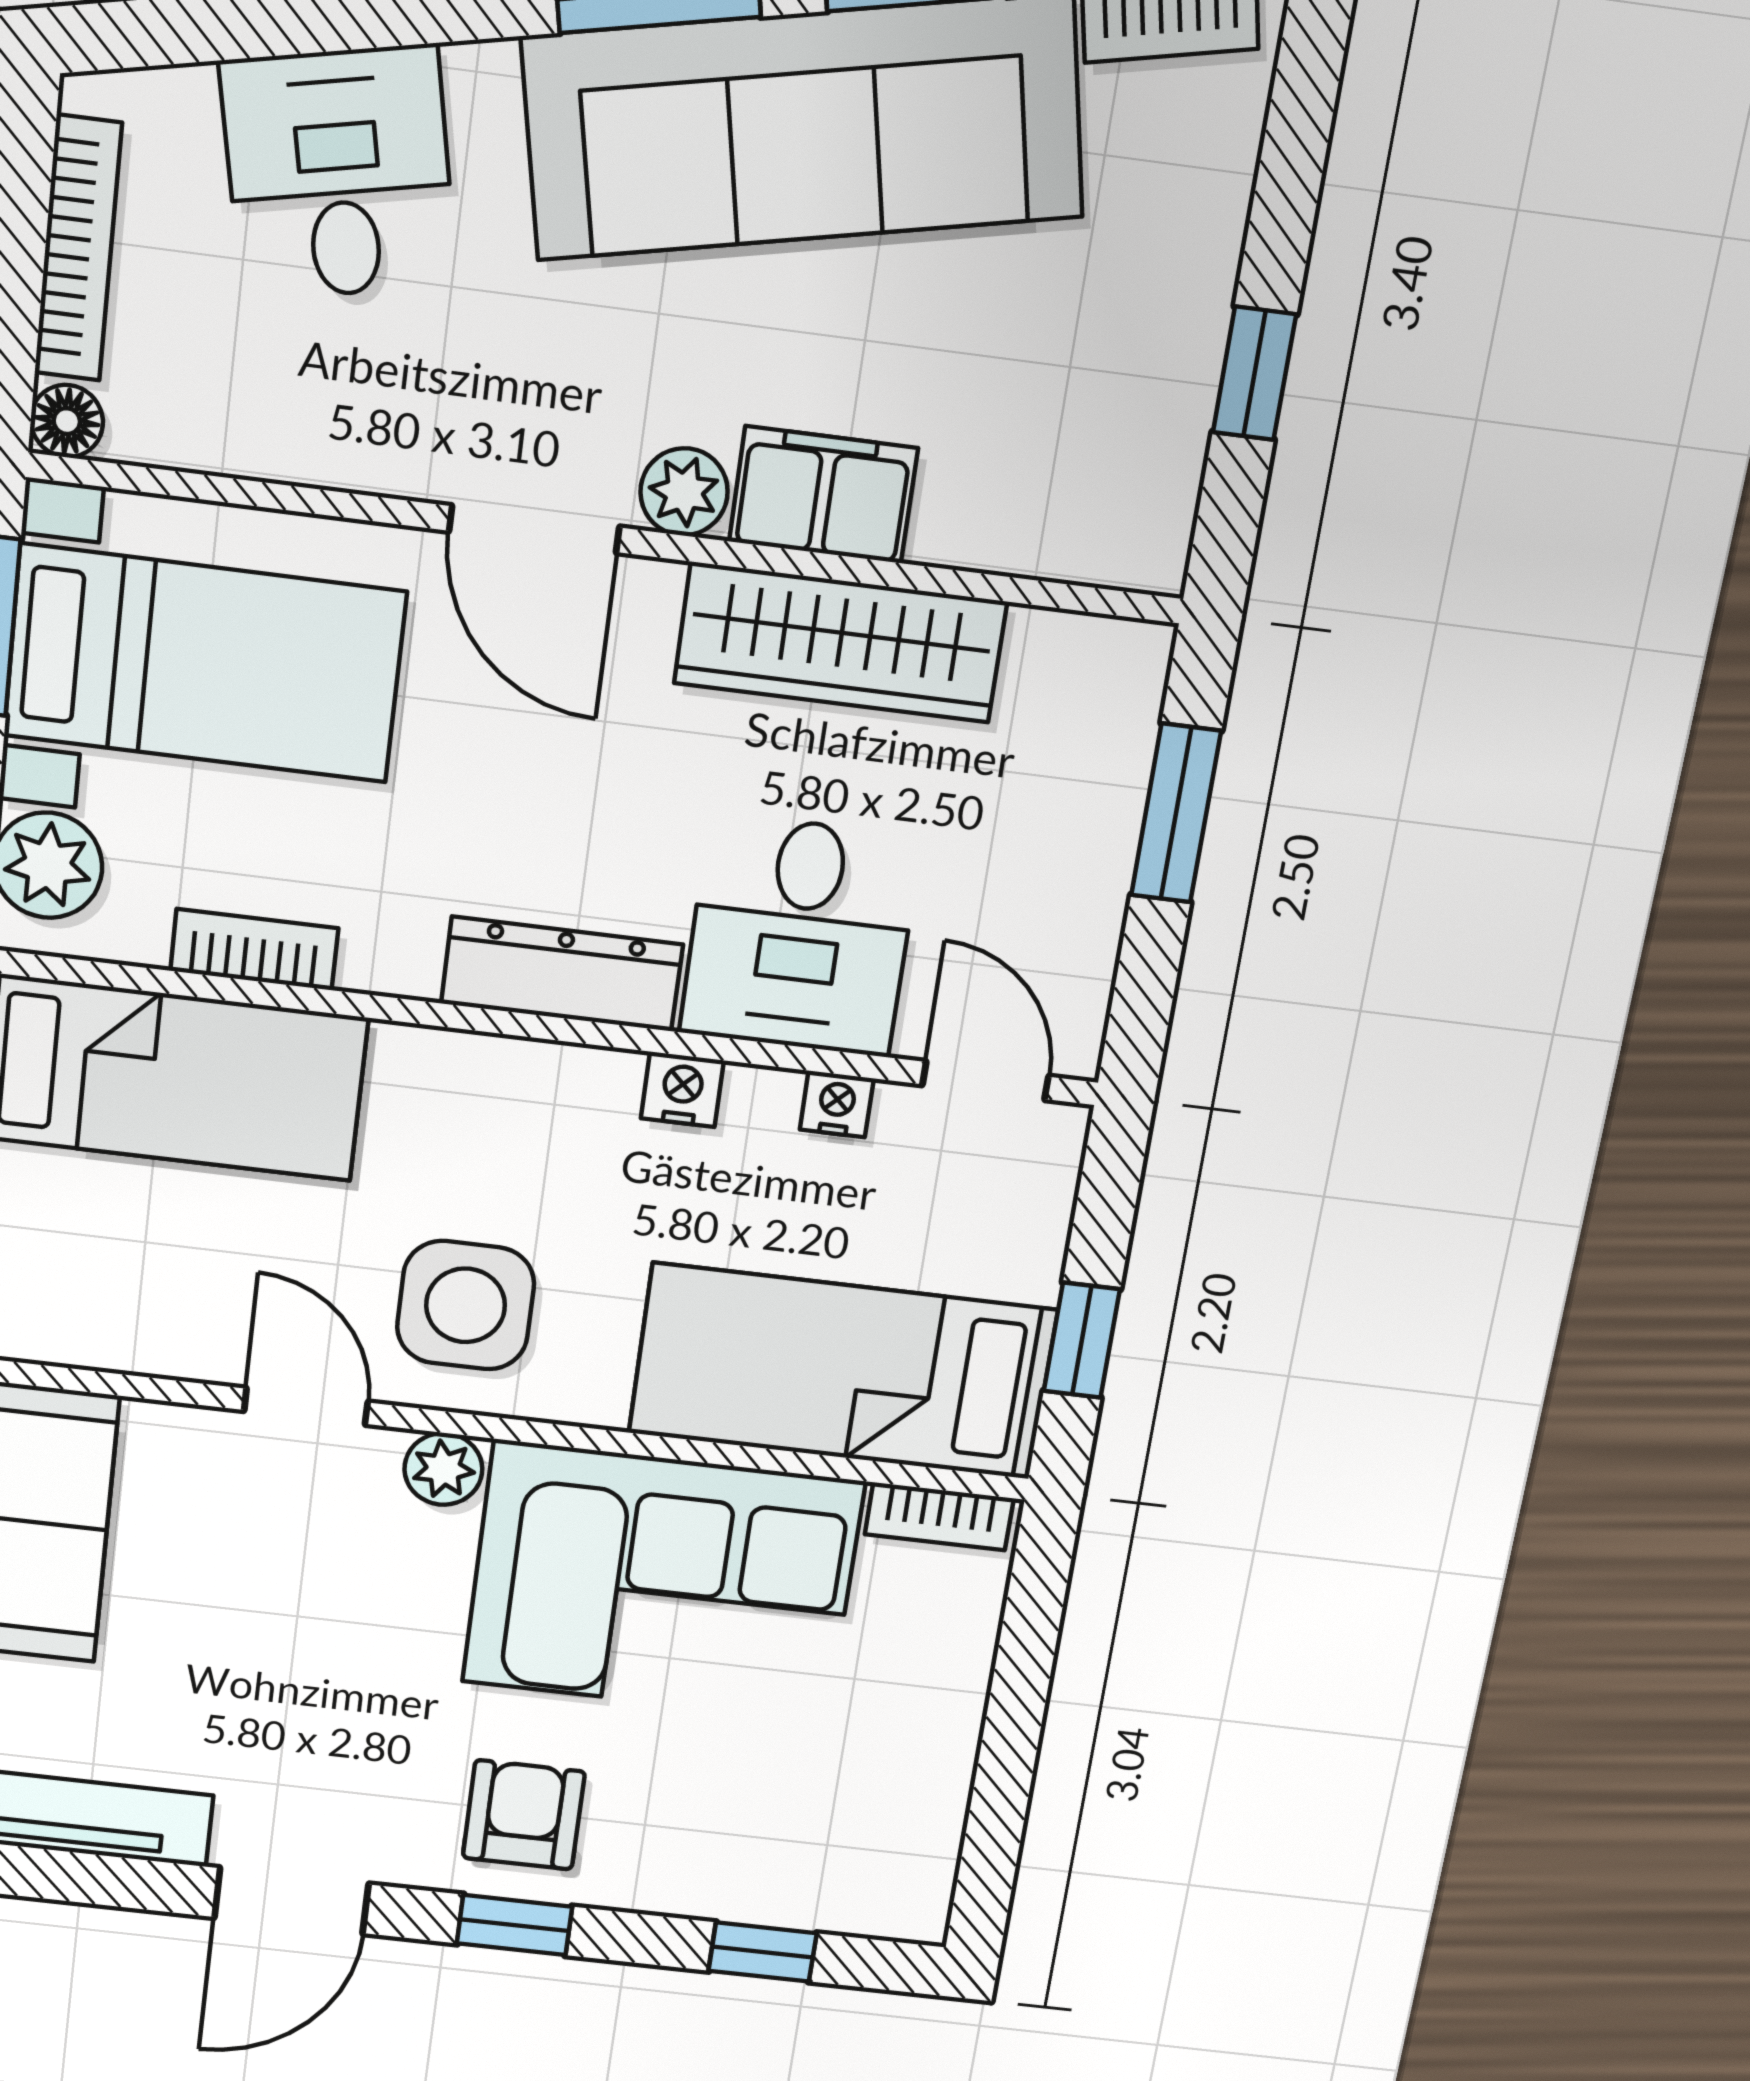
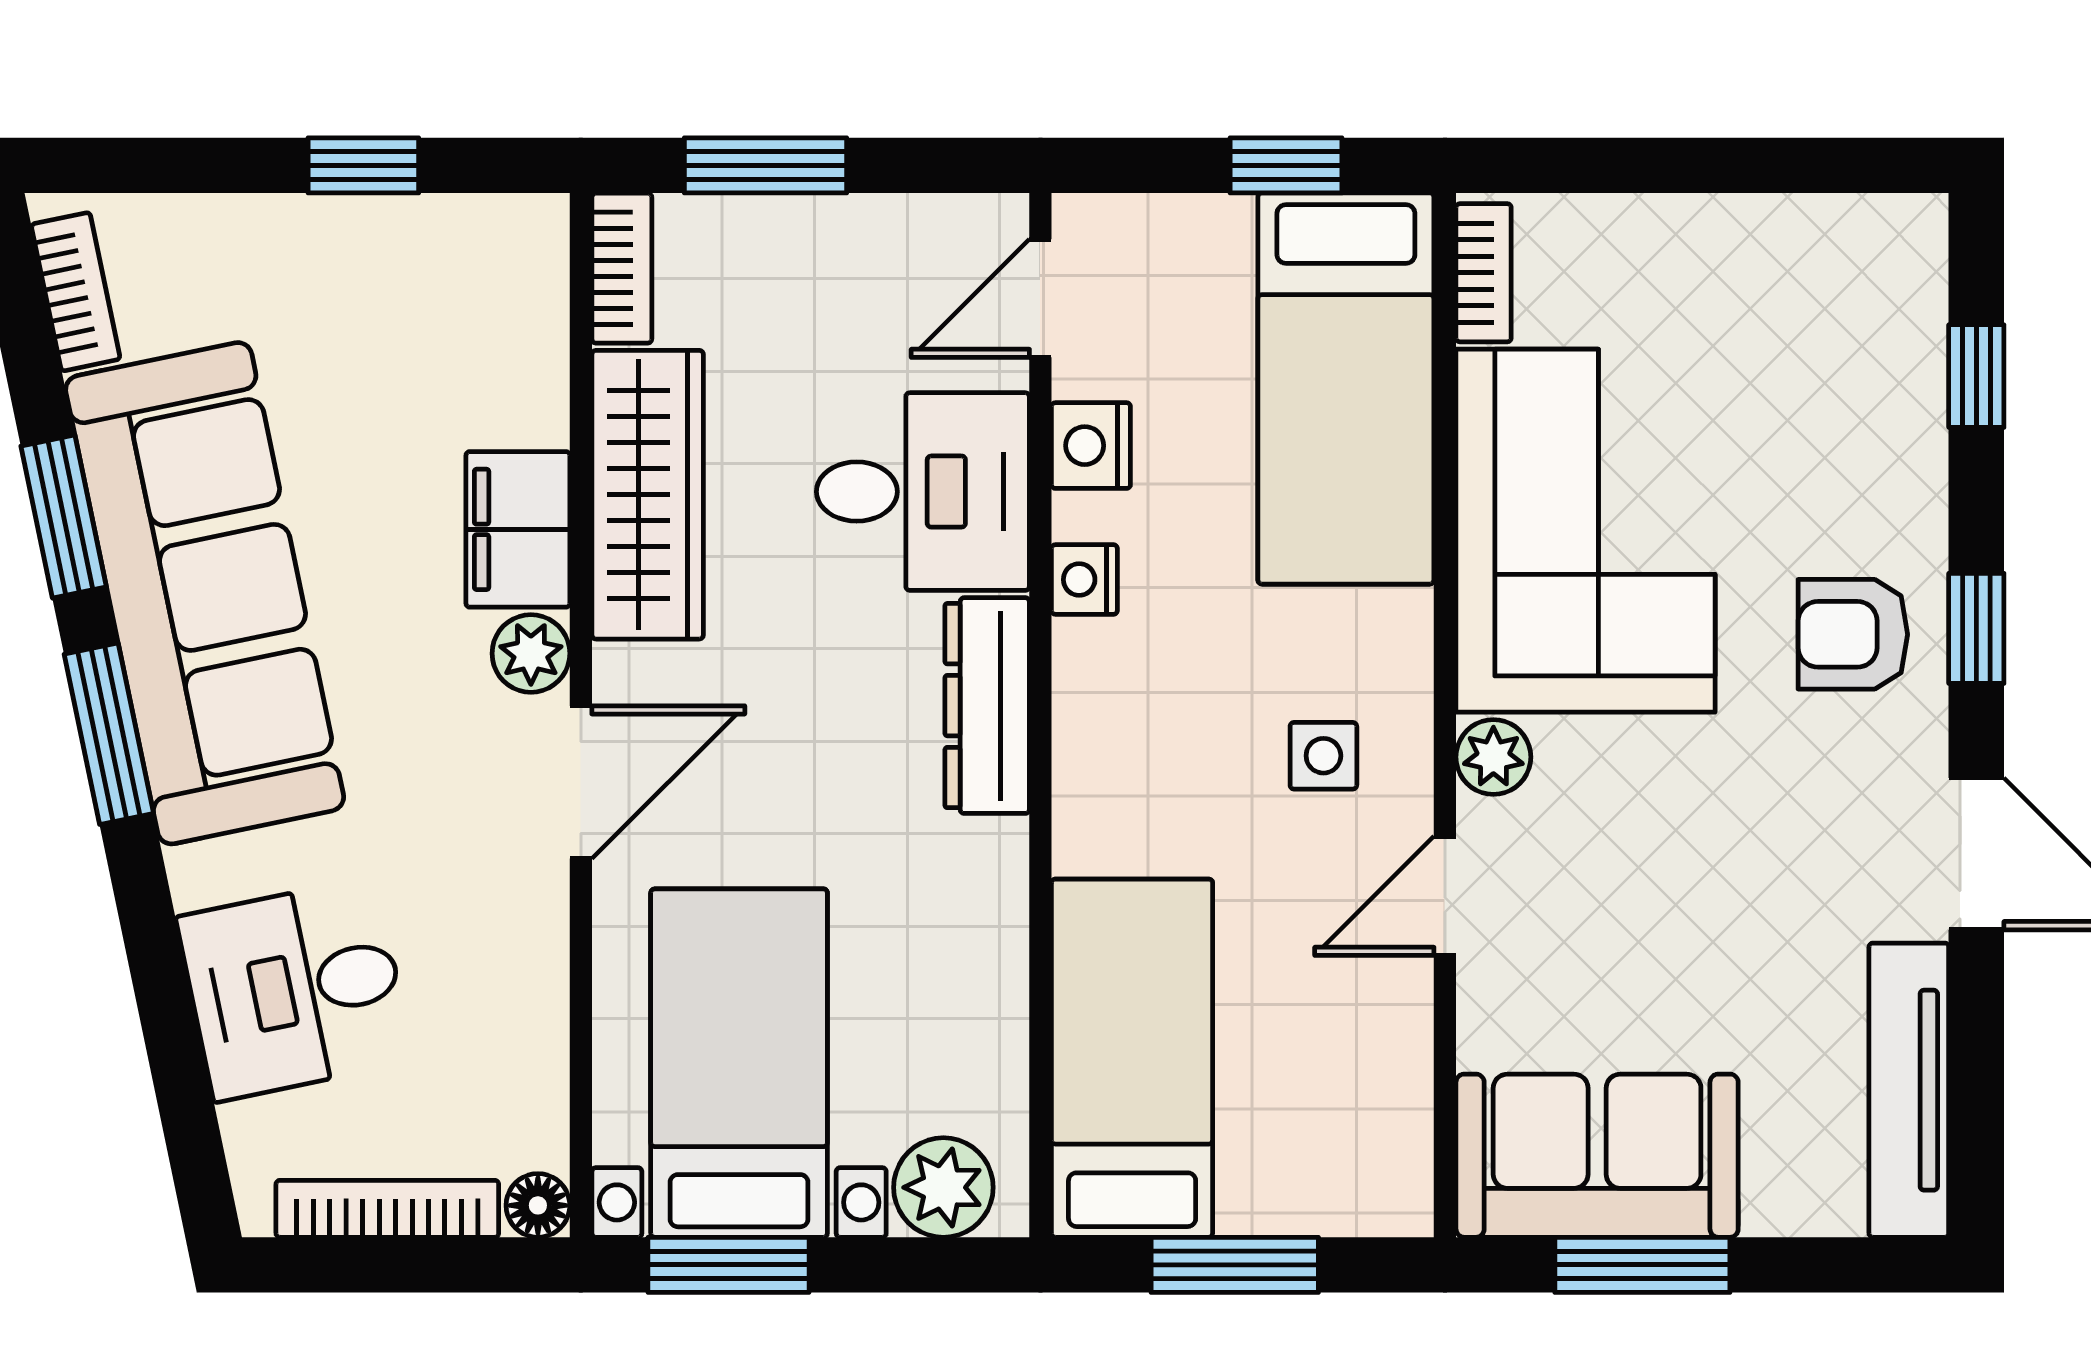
bookcase: (254, 950) -> (622, 268), moved, turned 180
nightstand: (837, 1104) -> (1091, 446), width x1.39, depth x1.35
side table: (466, 1305) -> (1323, 756), width x0.54, depth x0.54

